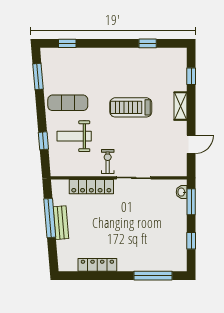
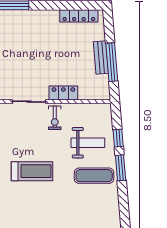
window: (38, 77) -> (121, 168), moved
locker: (91, 187) -> (63, 93), width x0.66
locker: (97, 265) -> (79, 16), moved

